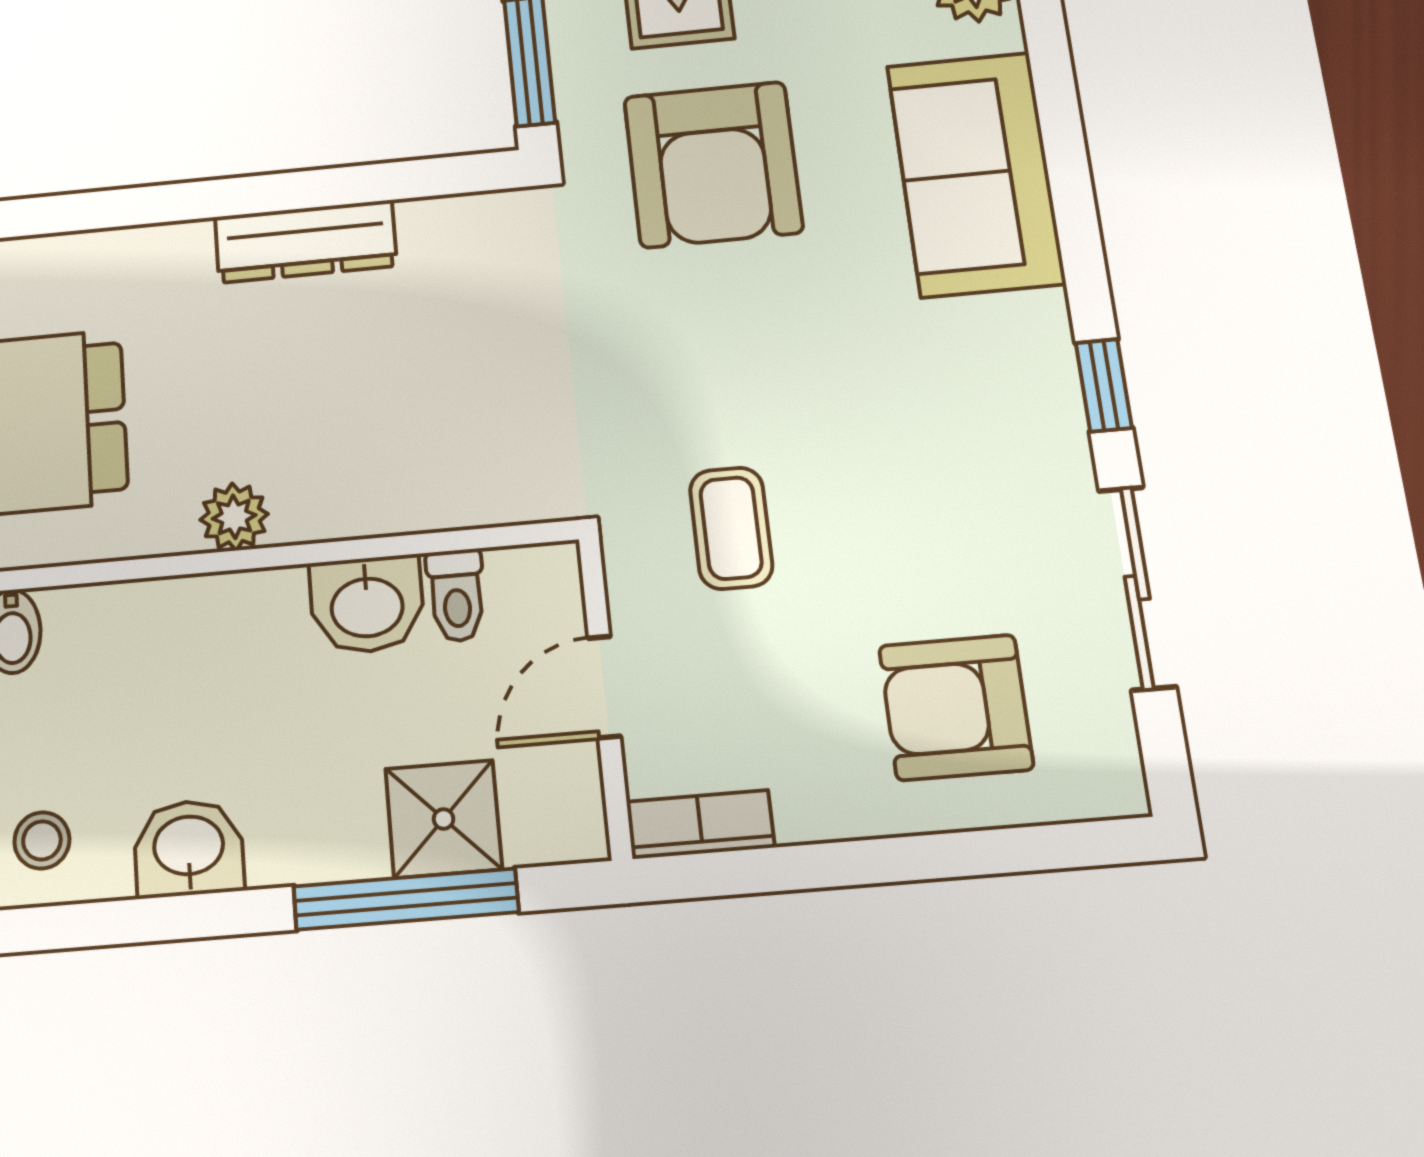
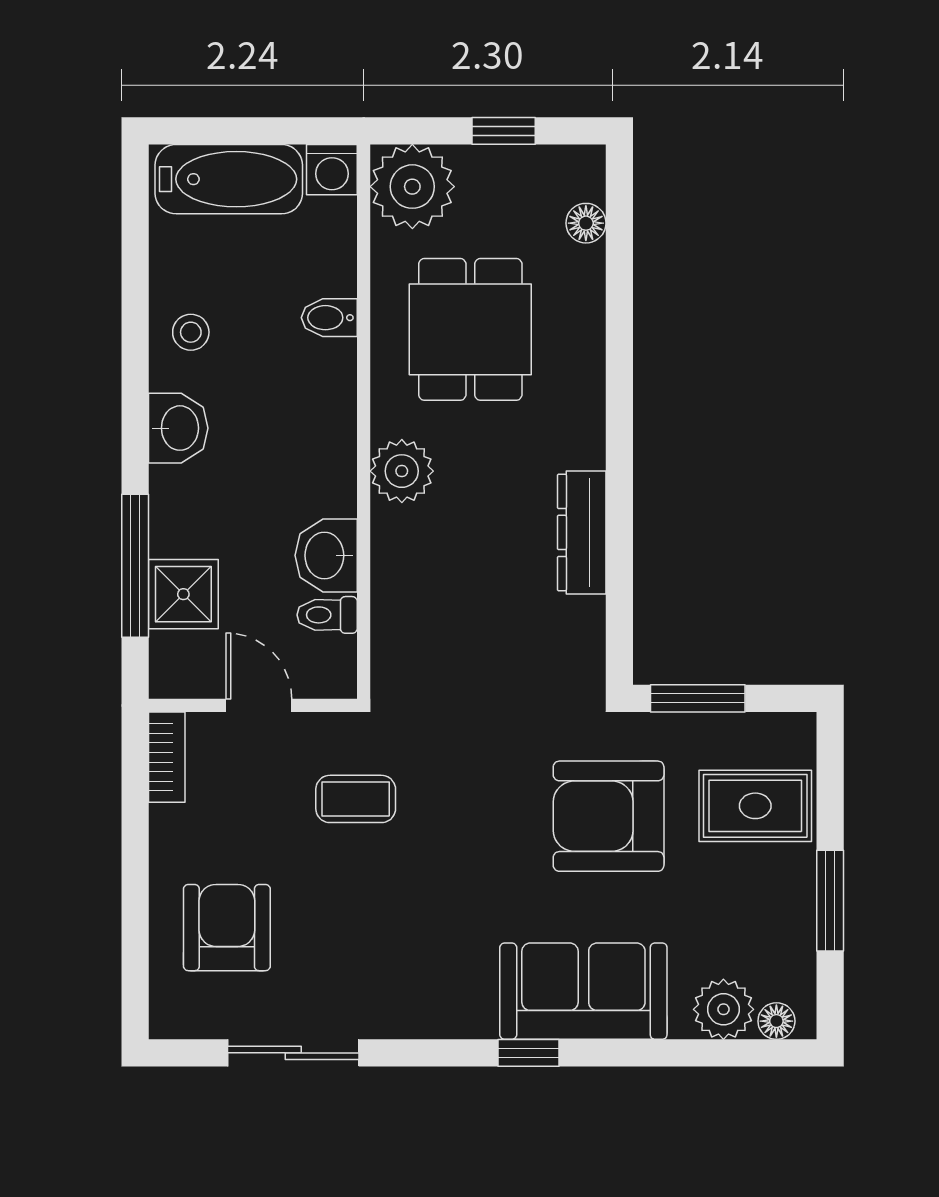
window: (1104, 385) -> (529, 1053), moved
plant: (234, 517) -> (402, 471), width x1.38, depth x1.38

